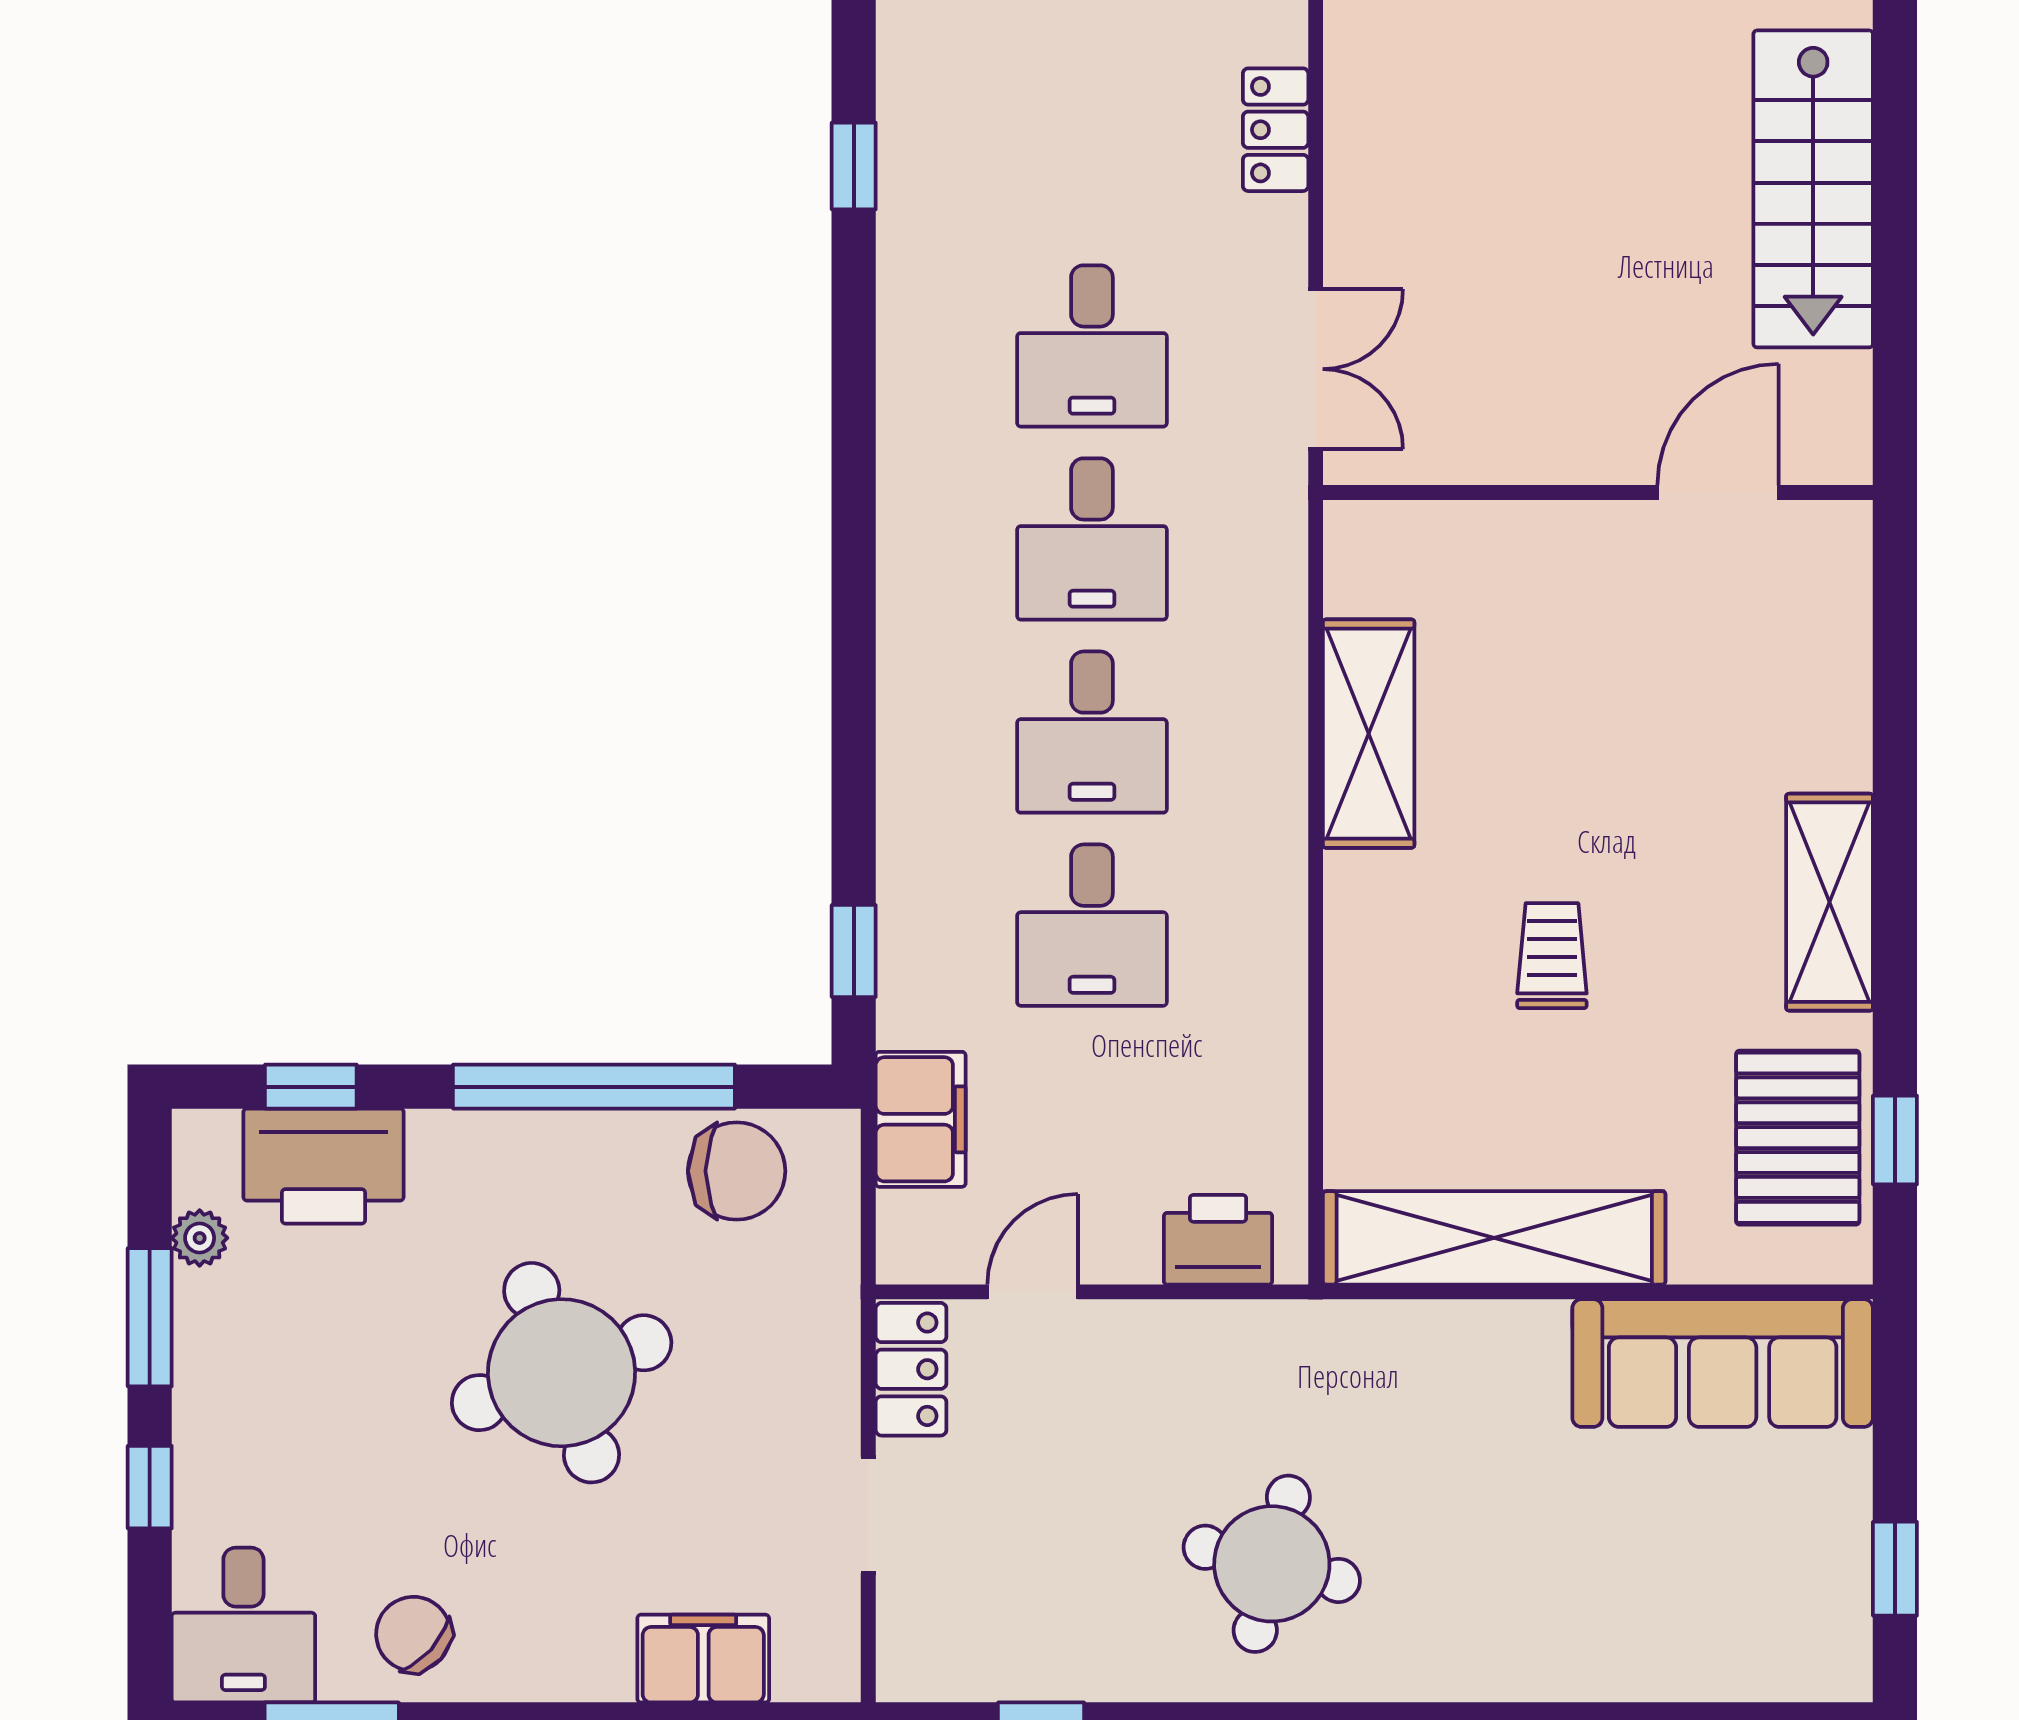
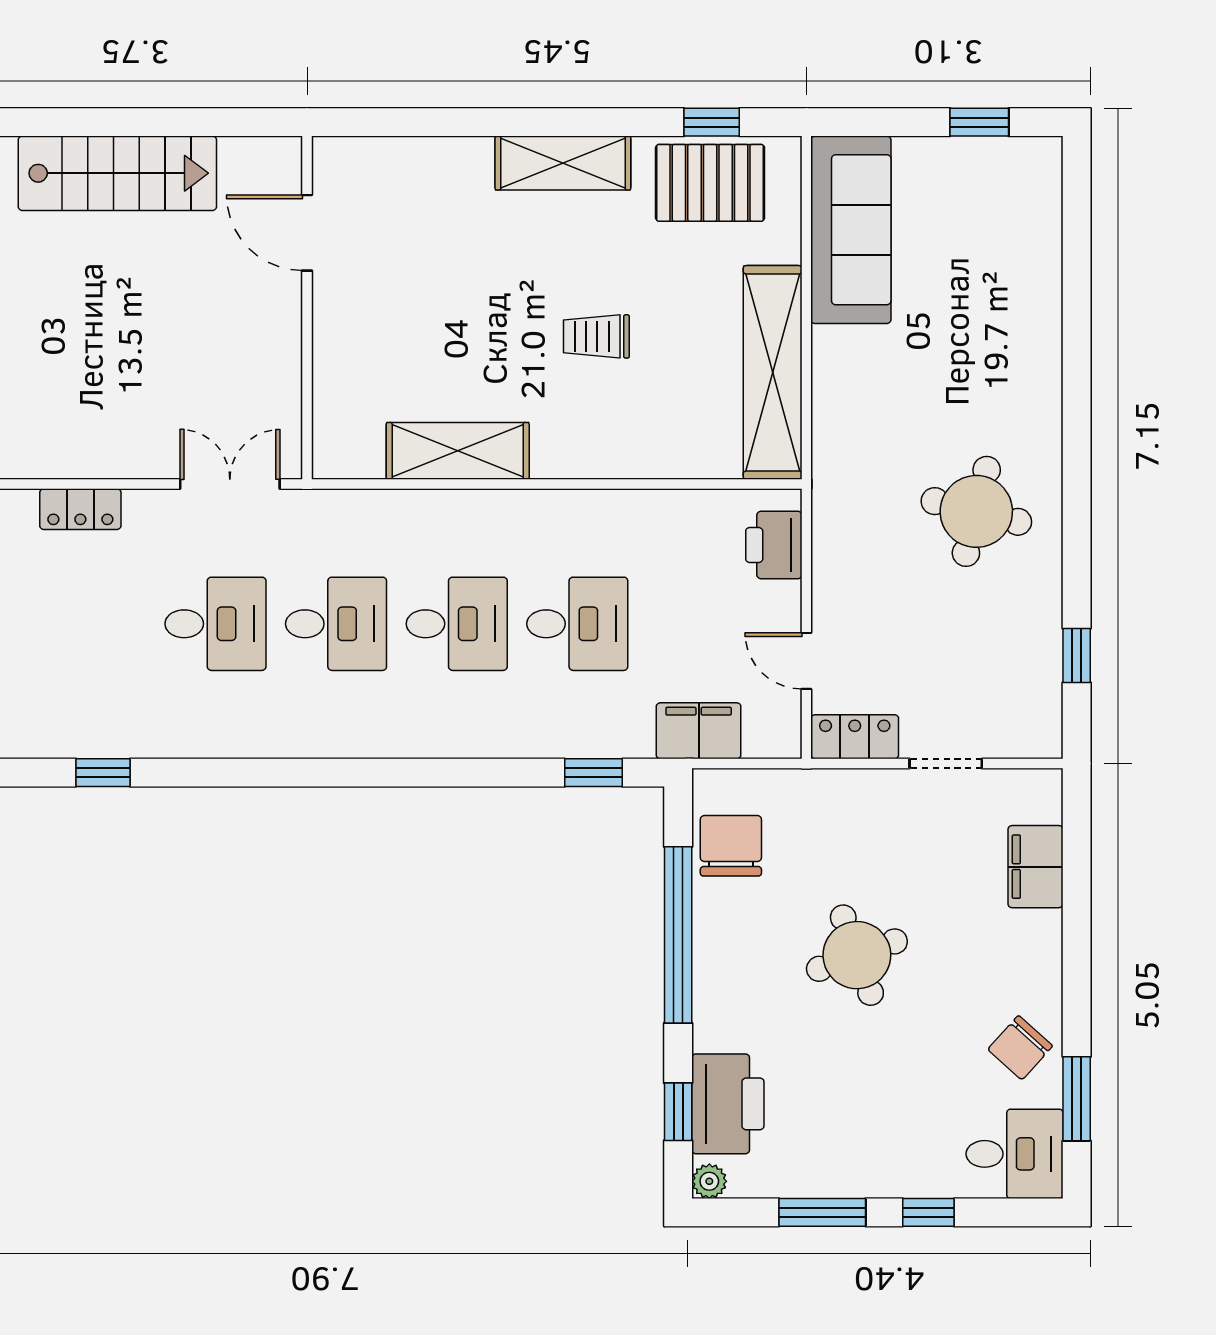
plant: (200, 1238) -> (709, 1181), moved
round table: (562, 1373) -> (857, 955), width x0.73, depth x0.73

